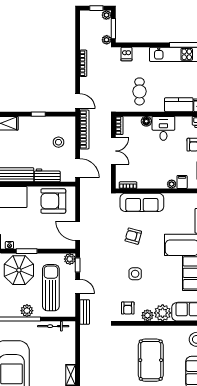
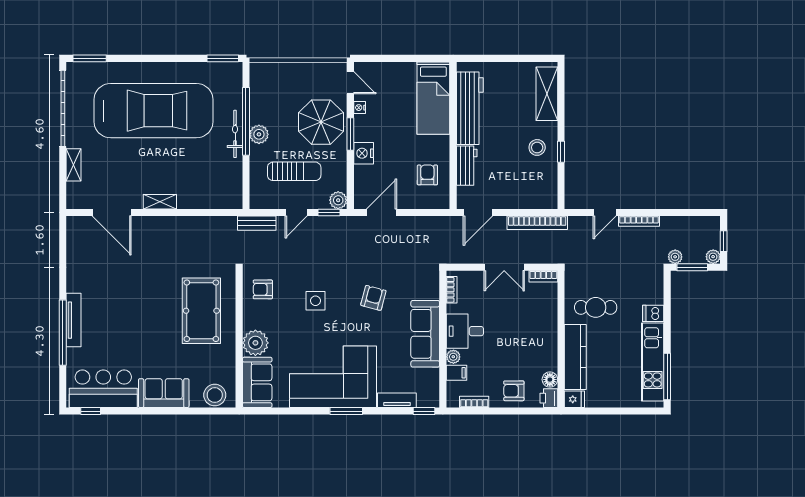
dishwasher: (126, 54) -> (653, 313), moved
door: (78, 101) -> (605, 212), moved
kitchen counter: (179, 105) -> (575, 357), width x1.50
floor lamp: (146, 121) -> (550, 380), moved
desk: (163, 128) -> (465, 331), moved, turned 180
stool: (58, 142) -> (537, 147), moved
armchair: (53, 201) -> (427, 175), width x0.53, depth x0.53
sofa: (142, 202) -> (425, 334), moved
nightstand: (39, 243) -> (364, 153), added
sun lounger: (51, 288) -> (294, 171), width x0.73, depth x0.75
plant: (147, 315) -> (252, 320), removed
bicycle: (53, 326) -> (235, 134), moved
pool table: (151, 360) -> (201, 311), moved, turned 90

